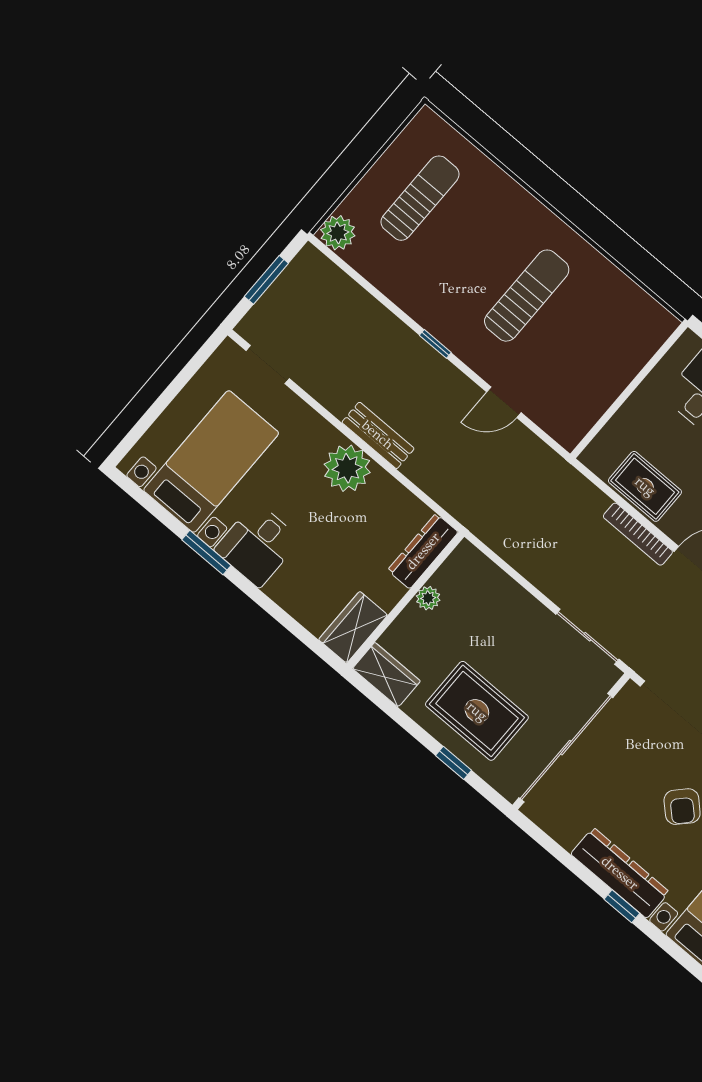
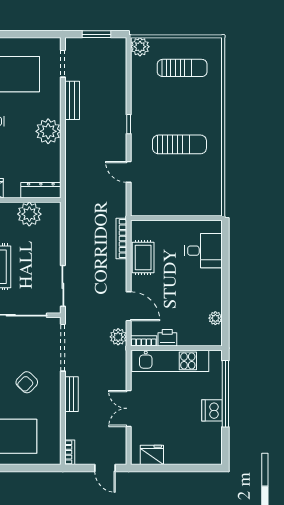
bench: (378, 435) -> (72, 100), moved
bookcase: (638, 534) -> (121, 239), moved
plant: (428, 598) -> (29, 214), width x1.88, depth x1.88

